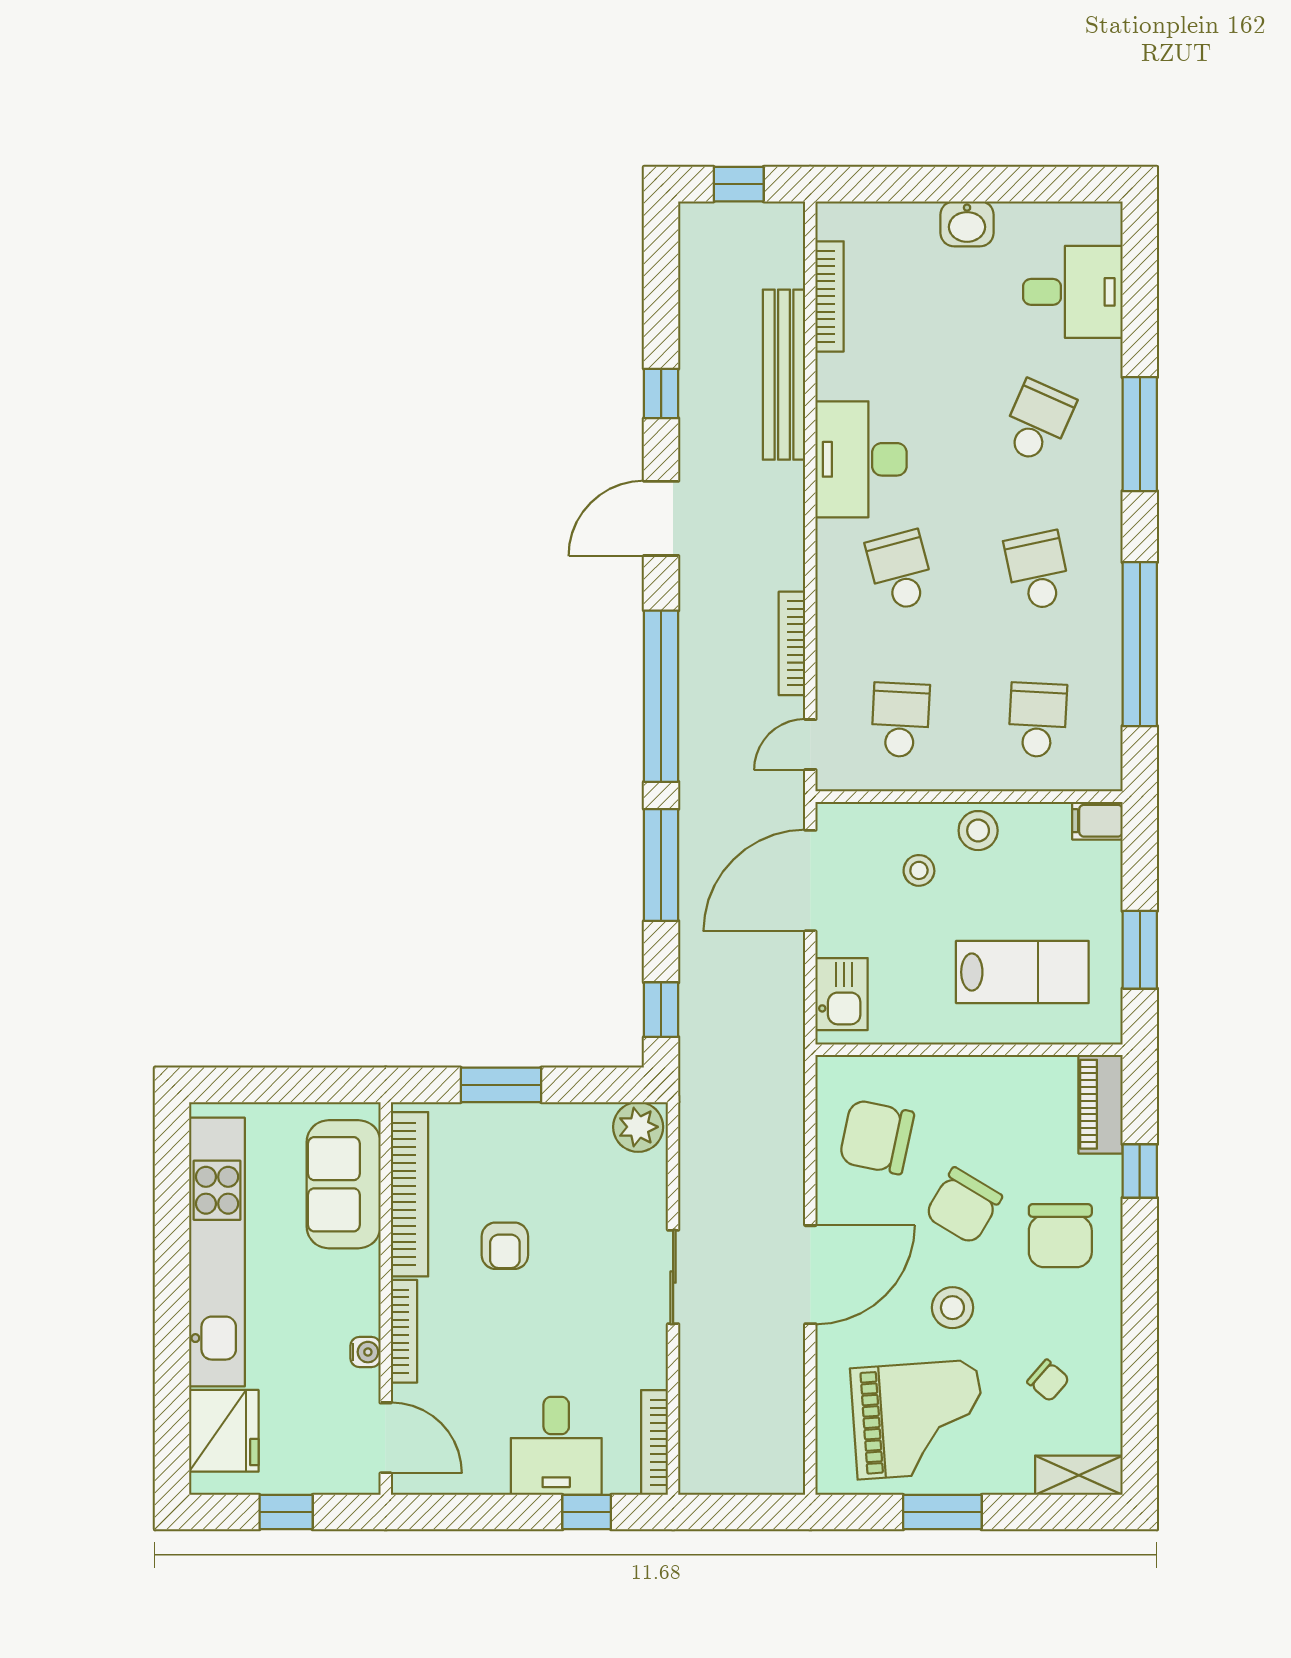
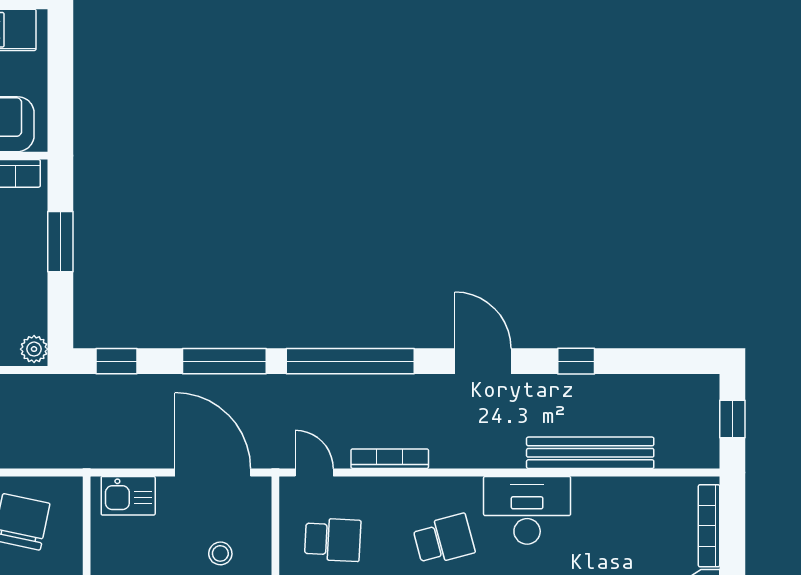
bookcase: (830, 296) -> (709, 526), moved, turned 90
plant: (638, 1127) -> (34, 349), width x0.73, depth x0.73

